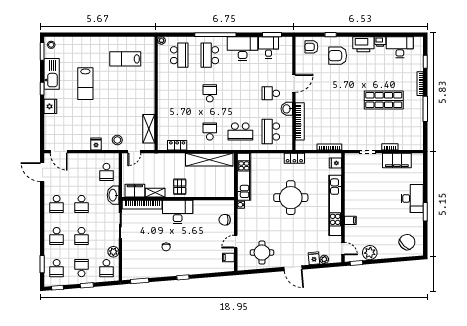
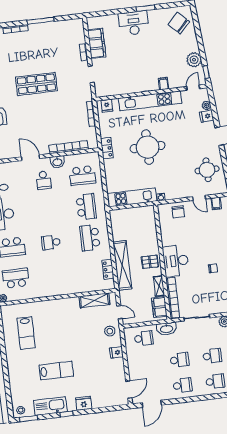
shop shelf: (384, 100) -> (36, 84), moved, turned 90
school desk: (210, 132) -> (90, 238), width x1.85
shelving: (209, 160) -> (122, 265), moved

